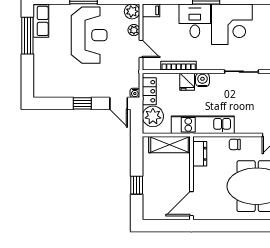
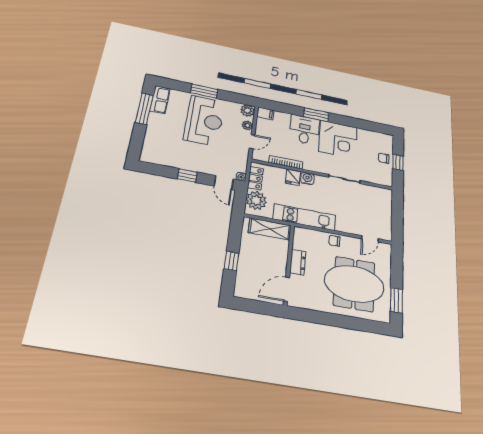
door: (141, 49) -> (252, 142), hinge flipped
dresser: (200, 154) -> (298, 262), moved

